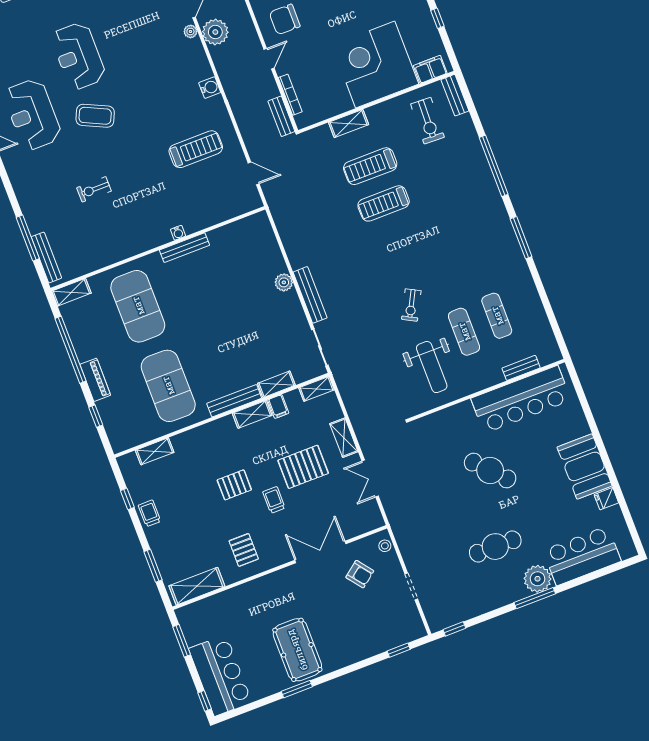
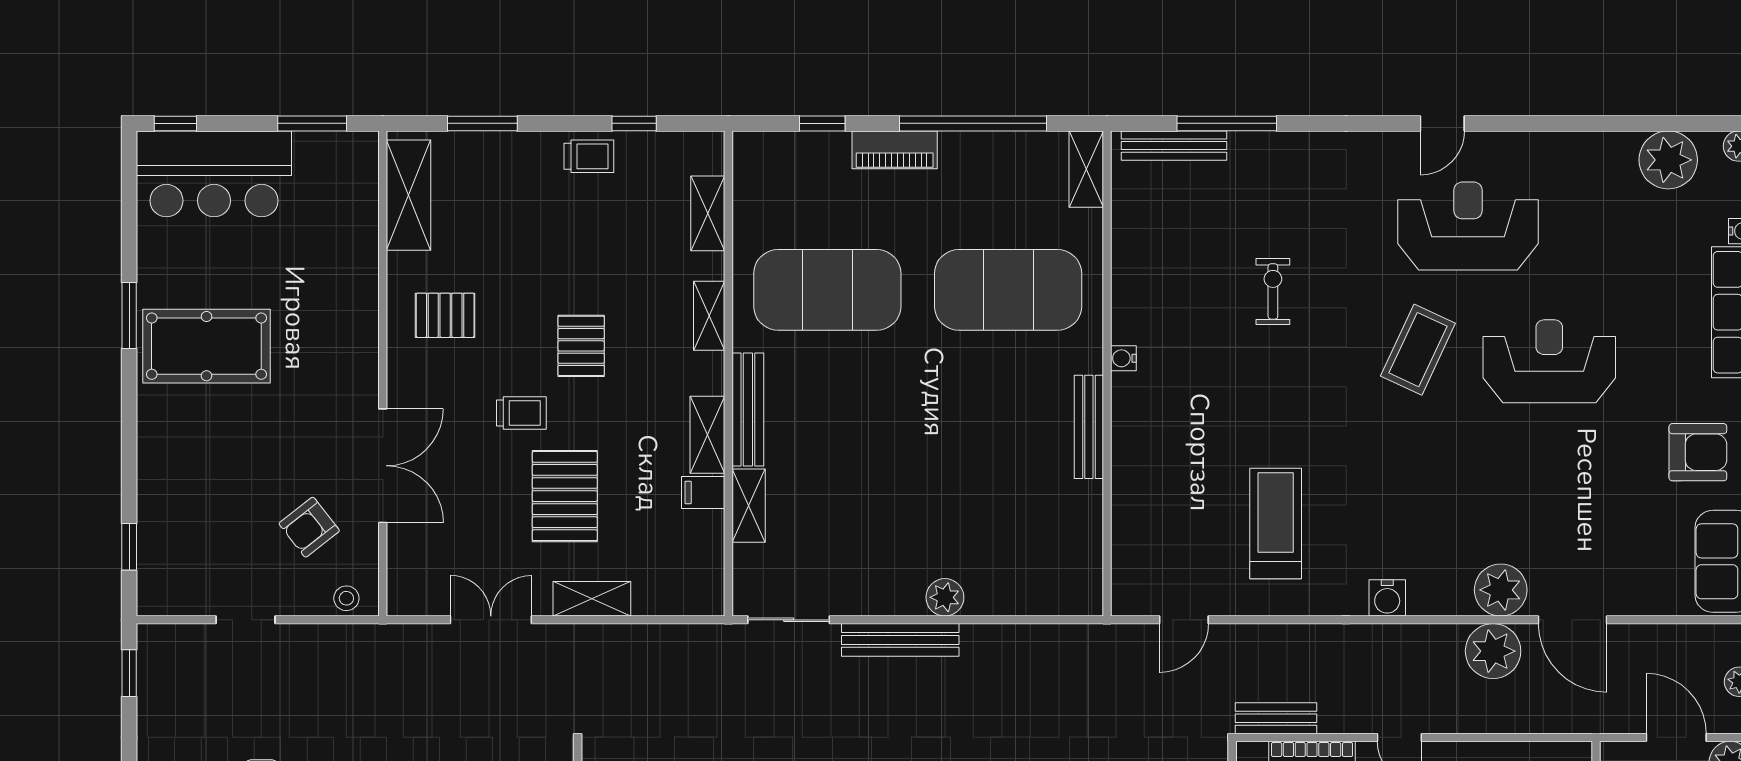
plant: (190, 31) -> (1501, 590), width x1.87, depth x1.87
treadmill: (196, 149) -> (1276, 524), turned 180
water cooler: (178, 233) -> (1123, 358), moved
shelving: (317, 389) -> (709, 316), moved

